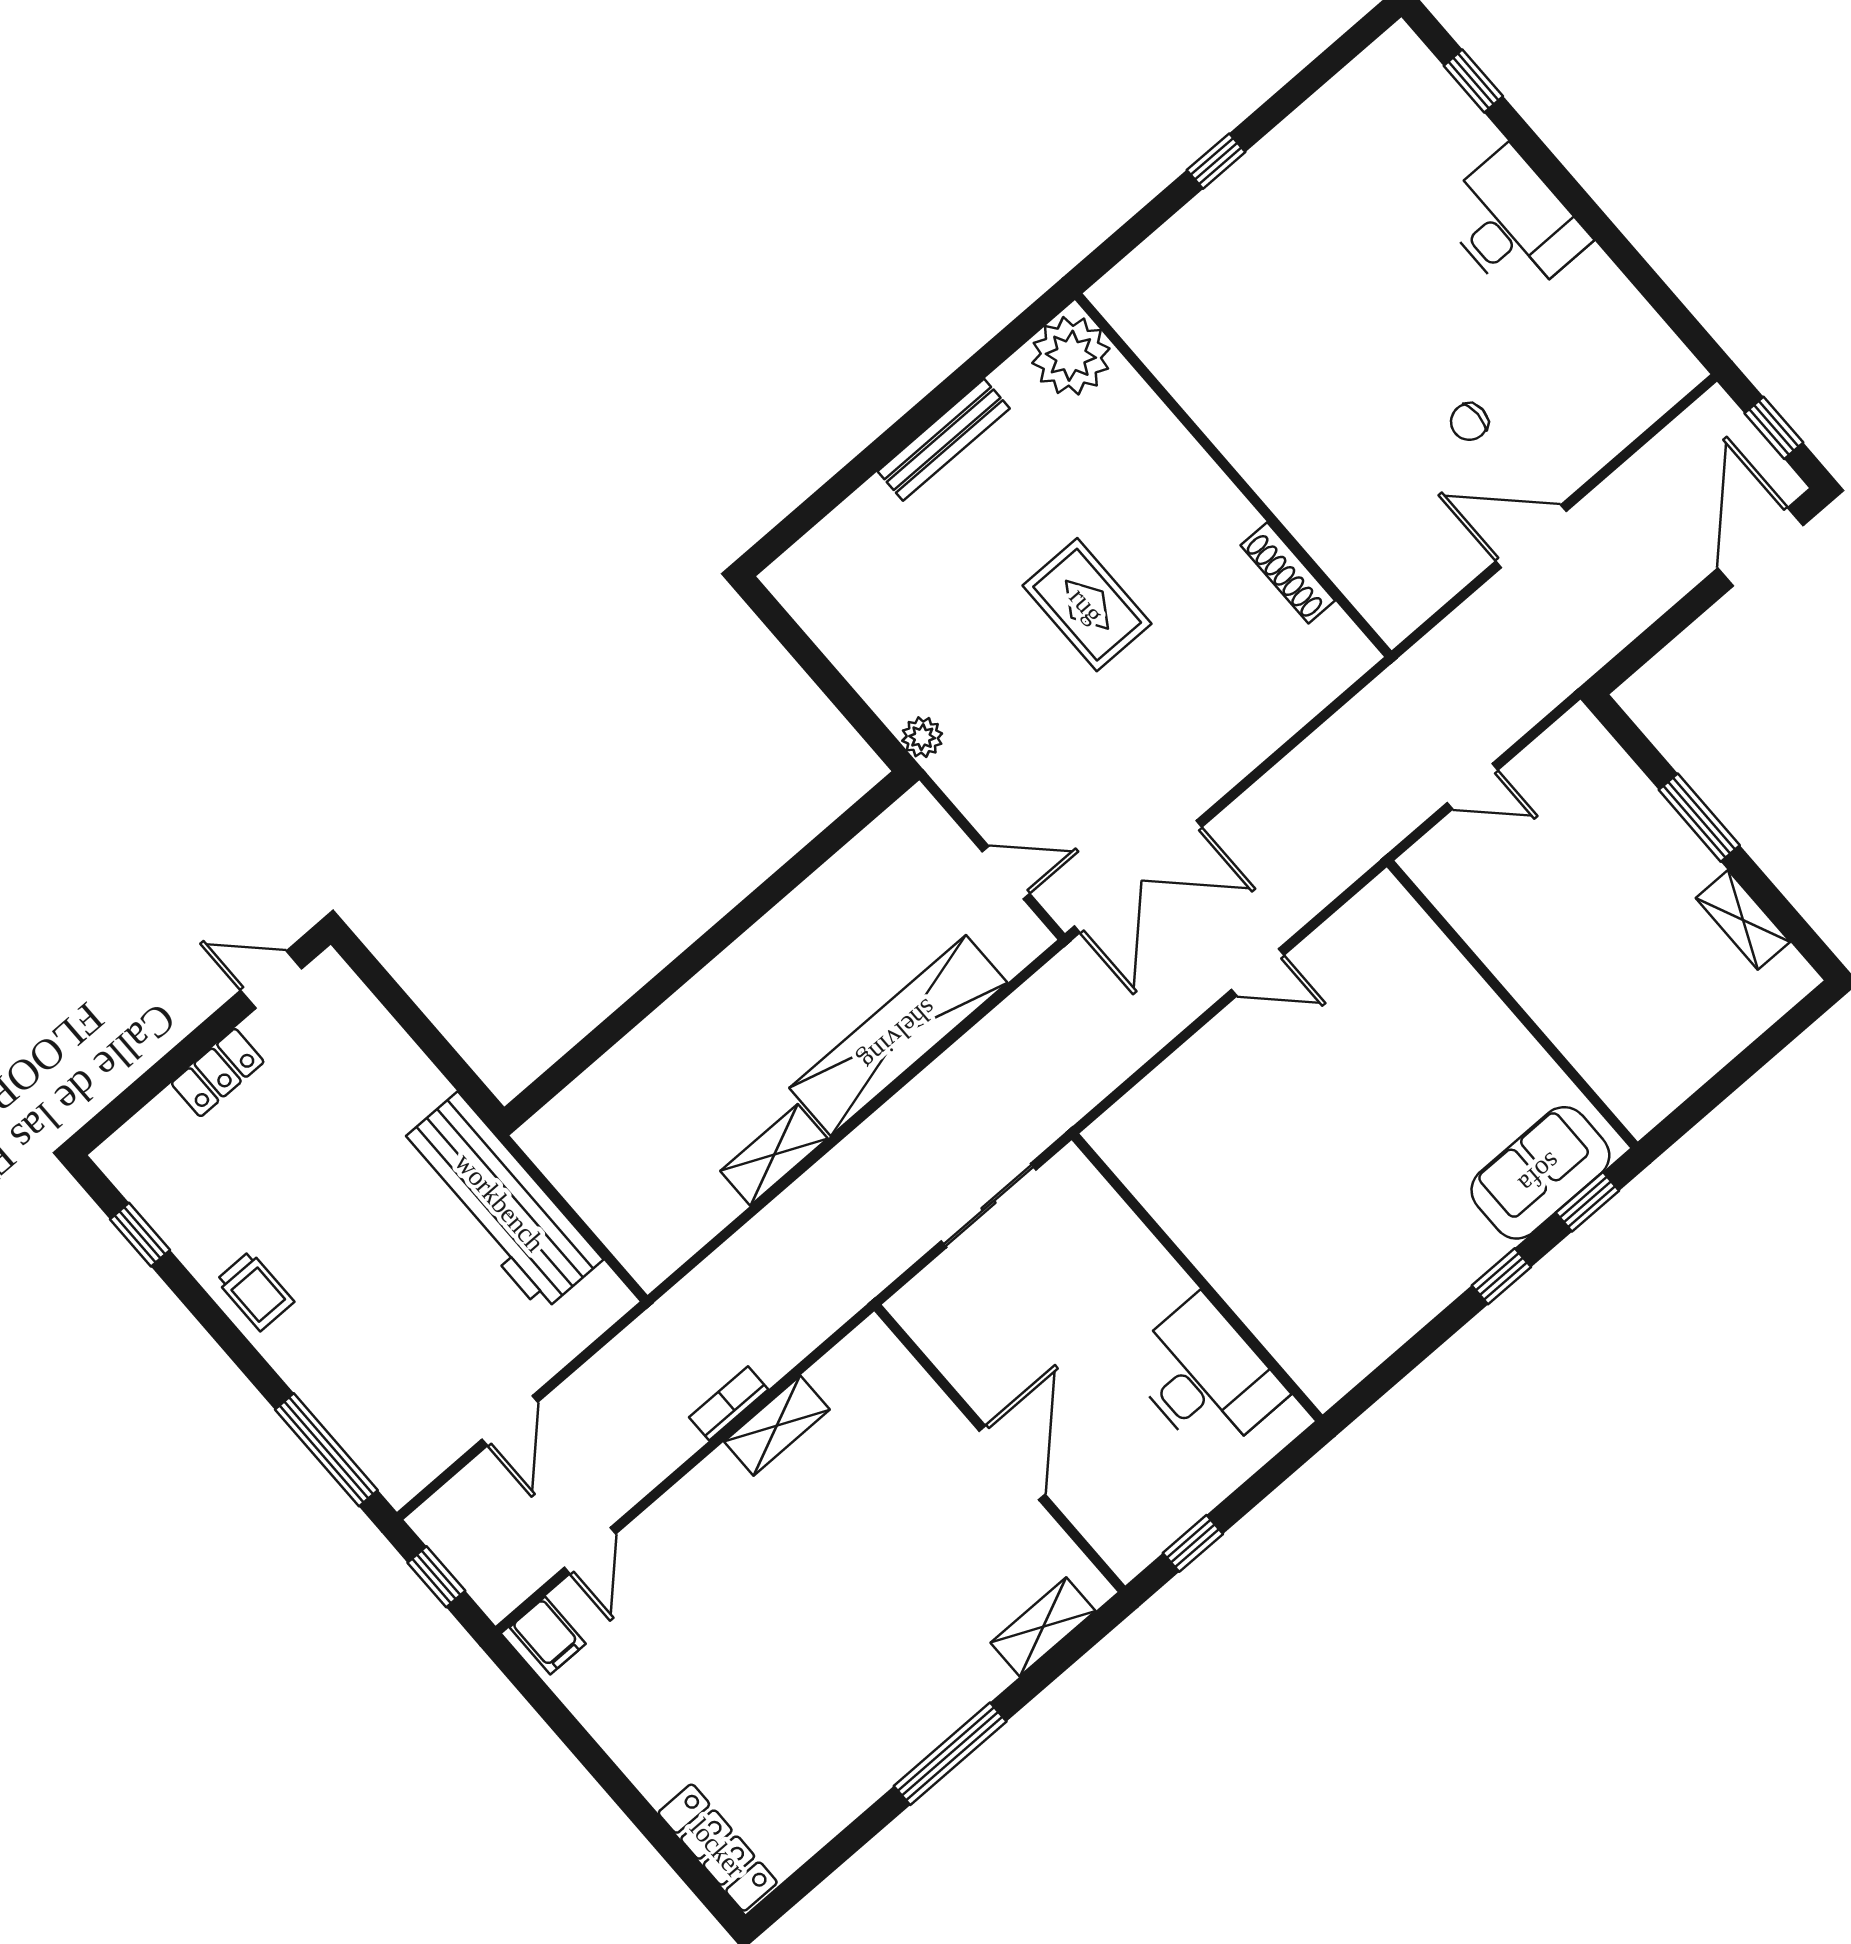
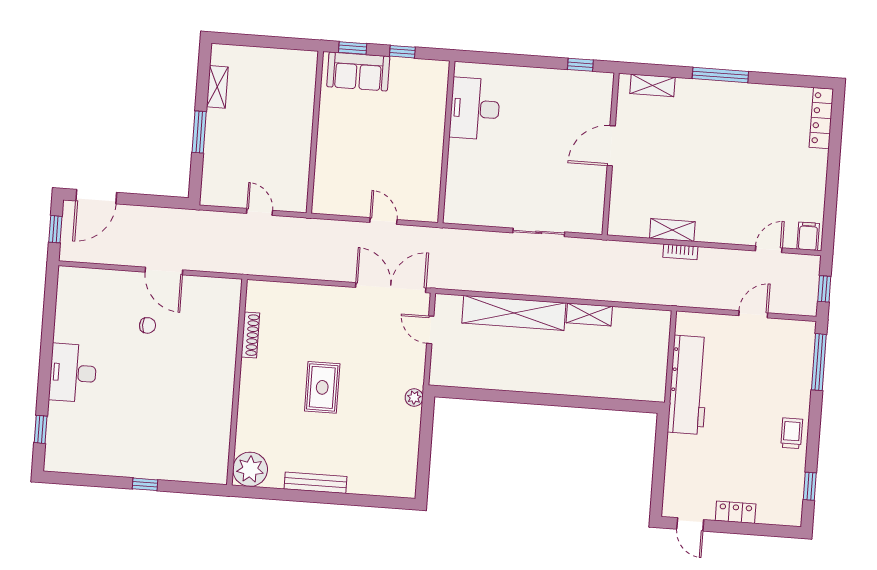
wall: (1197, 1277) -> (446, 142), moved
desk: (1205, 1377) -> (475, 109), moved

